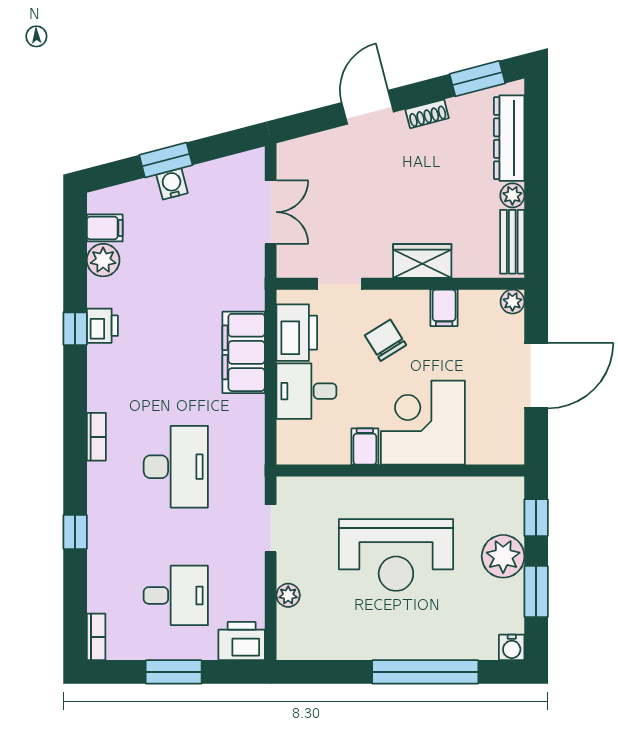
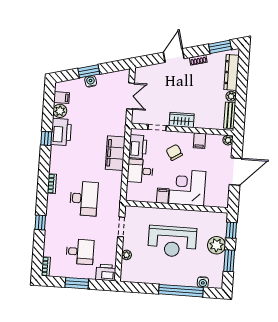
wardrobe: (422, 261) -> (182, 120), moved
printer: (102, 326) -> (61, 132), width x1.87, depth x1.48
water cooler: (512, 647) -> (203, 282), moved

